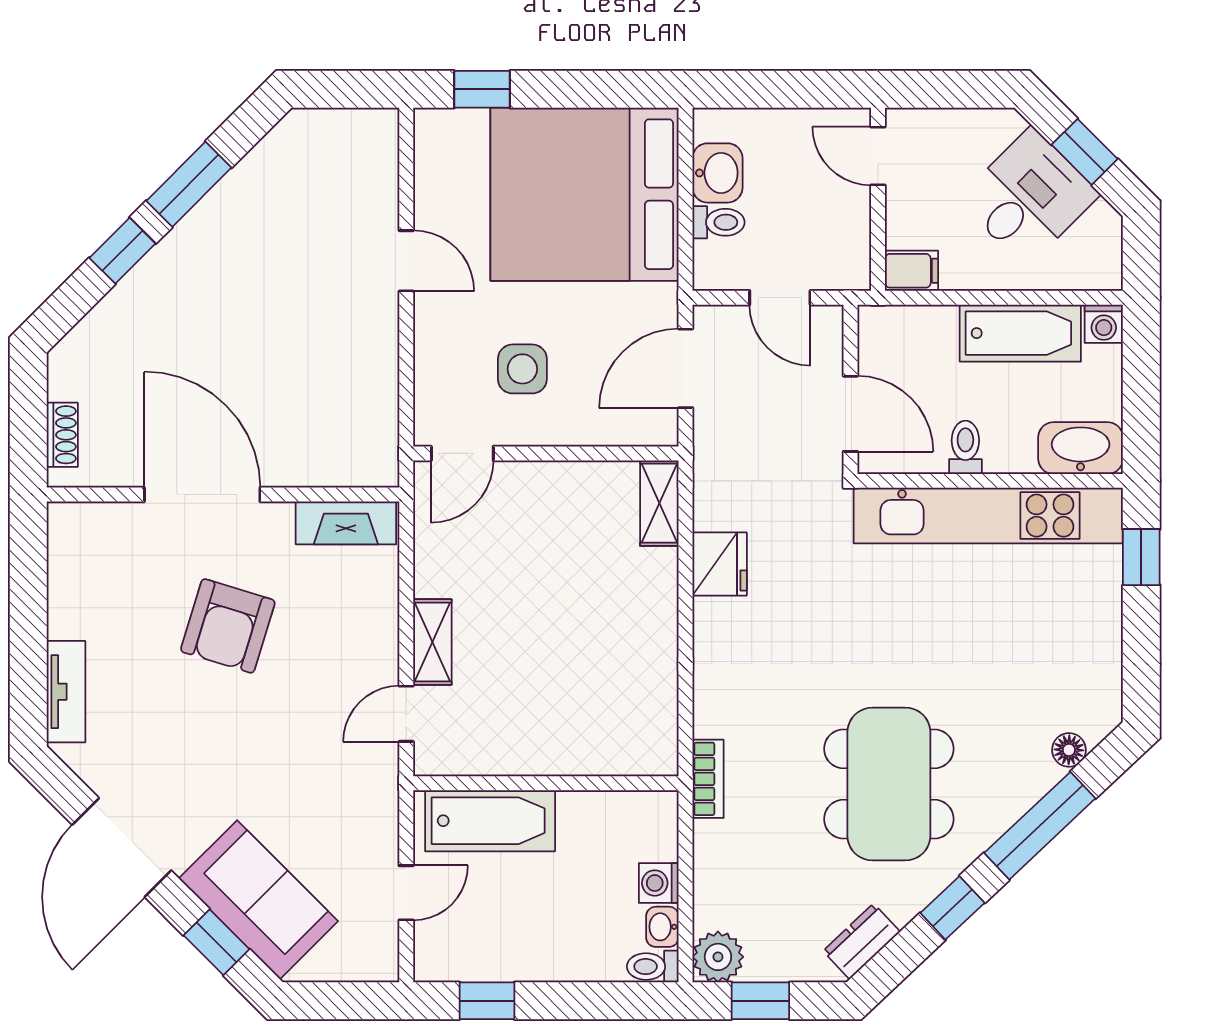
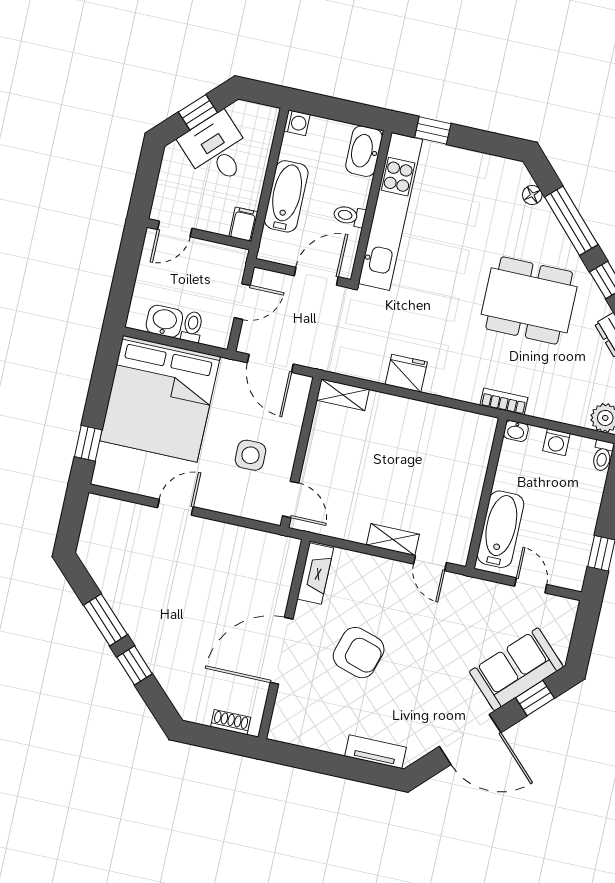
bathtub: (1020, 333) -> (286, 196), moved
fridge: (720, 564) -> (406, 373), moved
washbasin: (662, 927) -> (516, 431), moved

